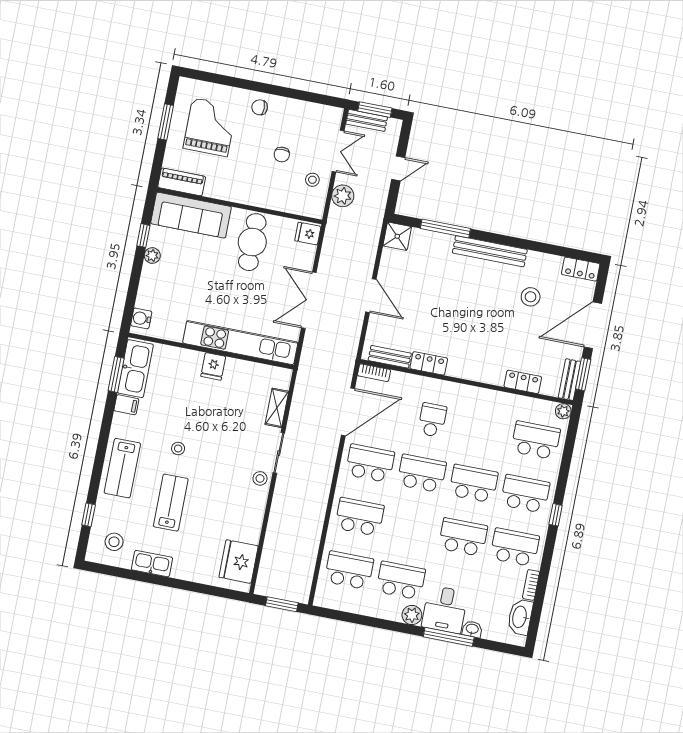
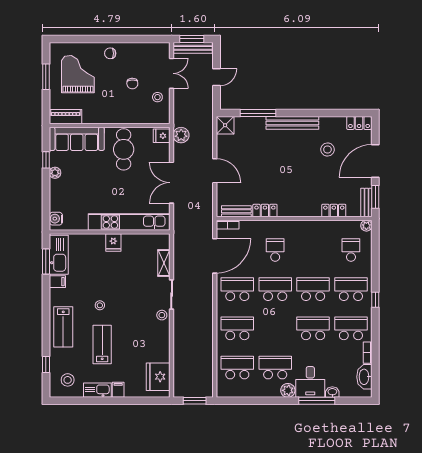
bench: (367, 120) -> (193, 48), width x1.36
plant: (343, 196) -> (181, 135), moved
school desk: (536, 440) -> (351, 250), width x0.54
filing cabinet: (180, 569) -> (118, 390), added

